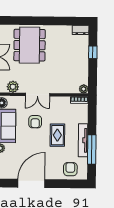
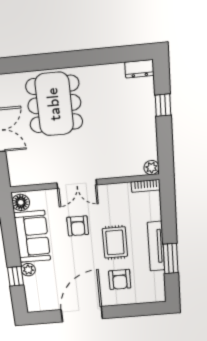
plant: (13, 87) -> (35, 176), removed
window: (92, 150) -> (171, 258), width x0.69
armchair: (70, 169) -> (120, 279), moved, turned 180

